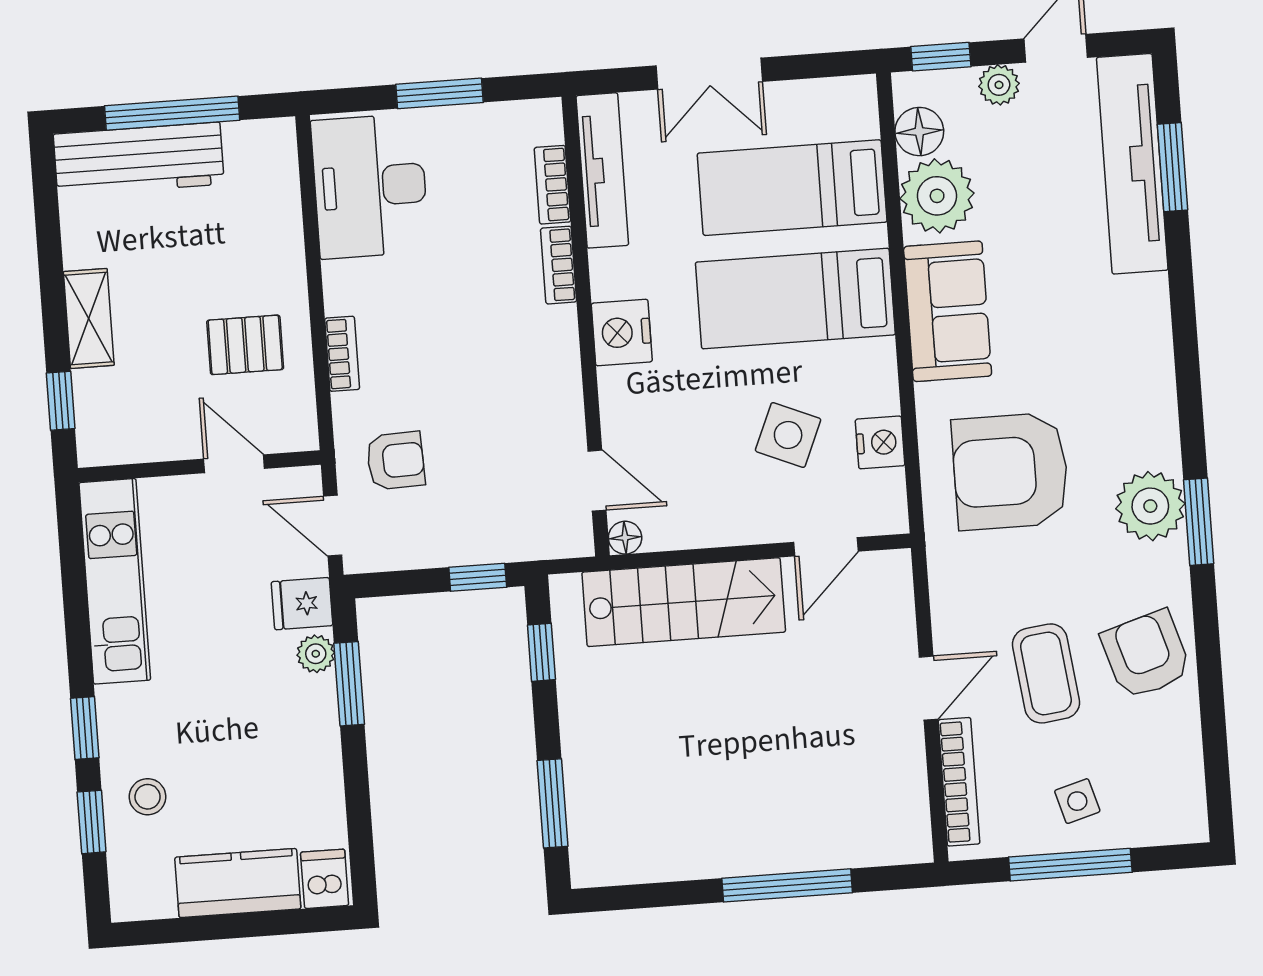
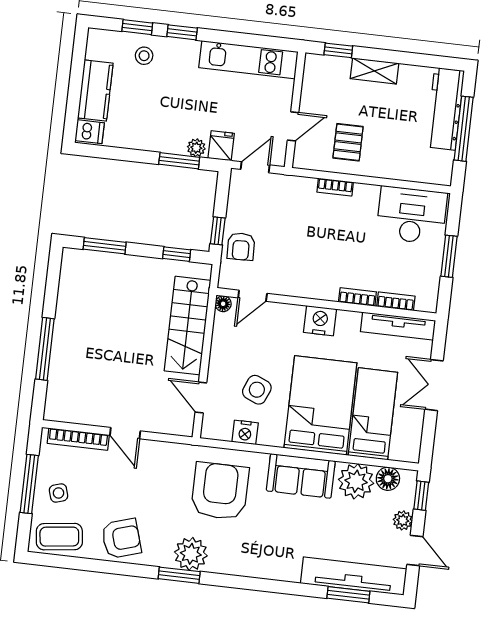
bed: (795, 299) -> (320, 405), width x1.50
armchair: (396, 461) -> (241, 246), moved
coffee table: (1046, 673) -> (59, 537), moved

